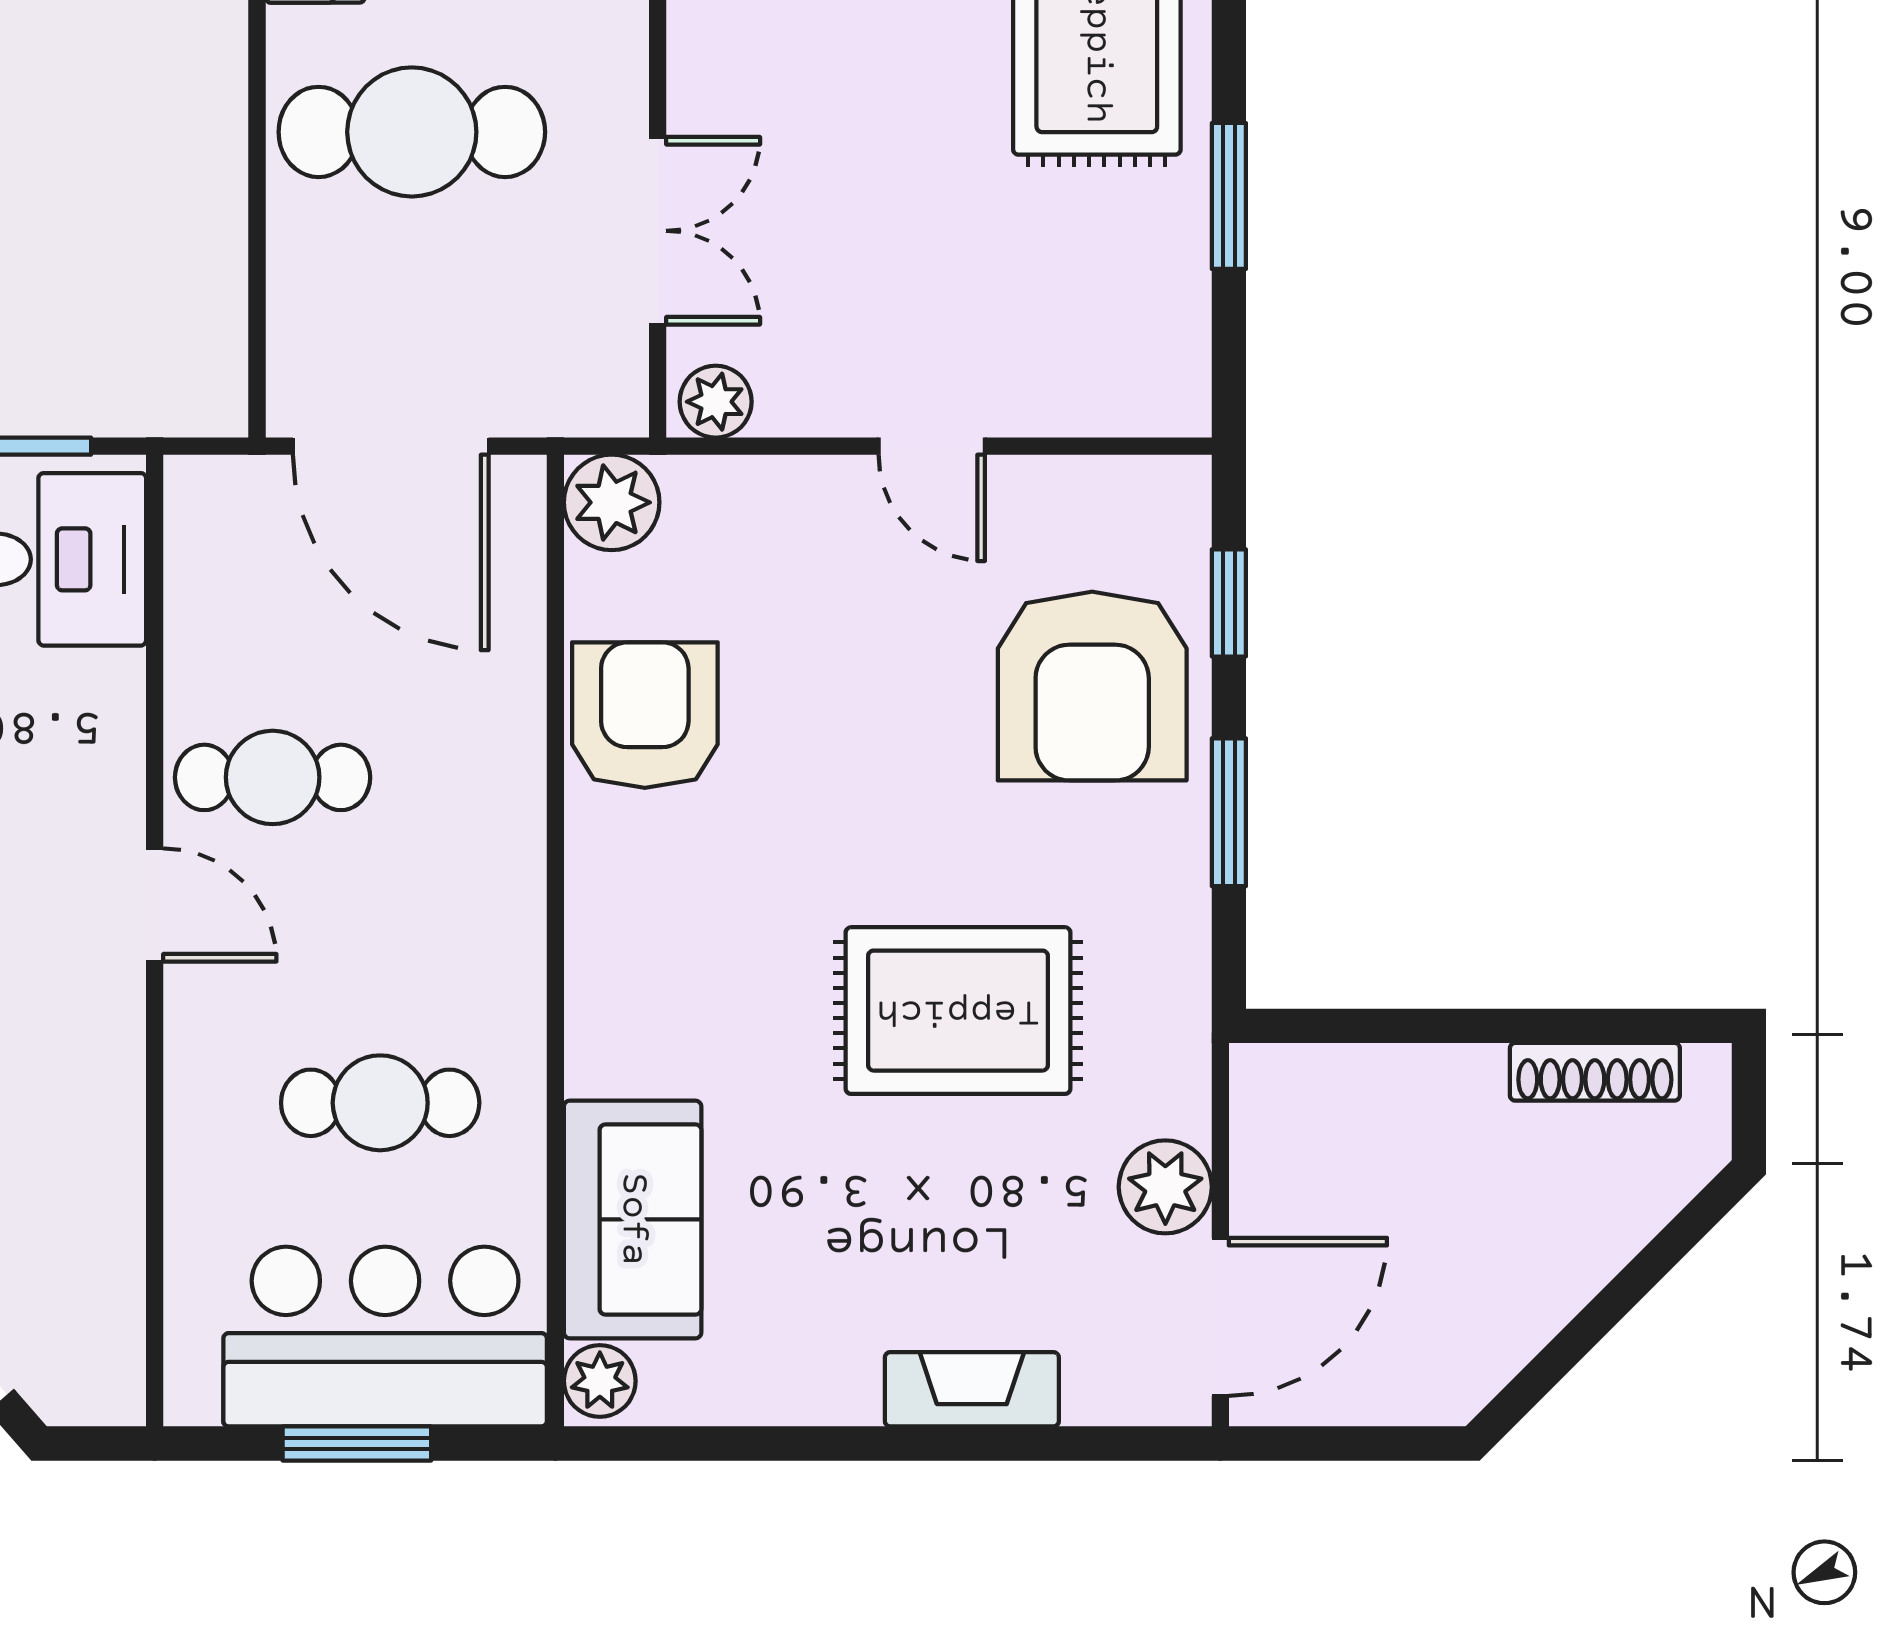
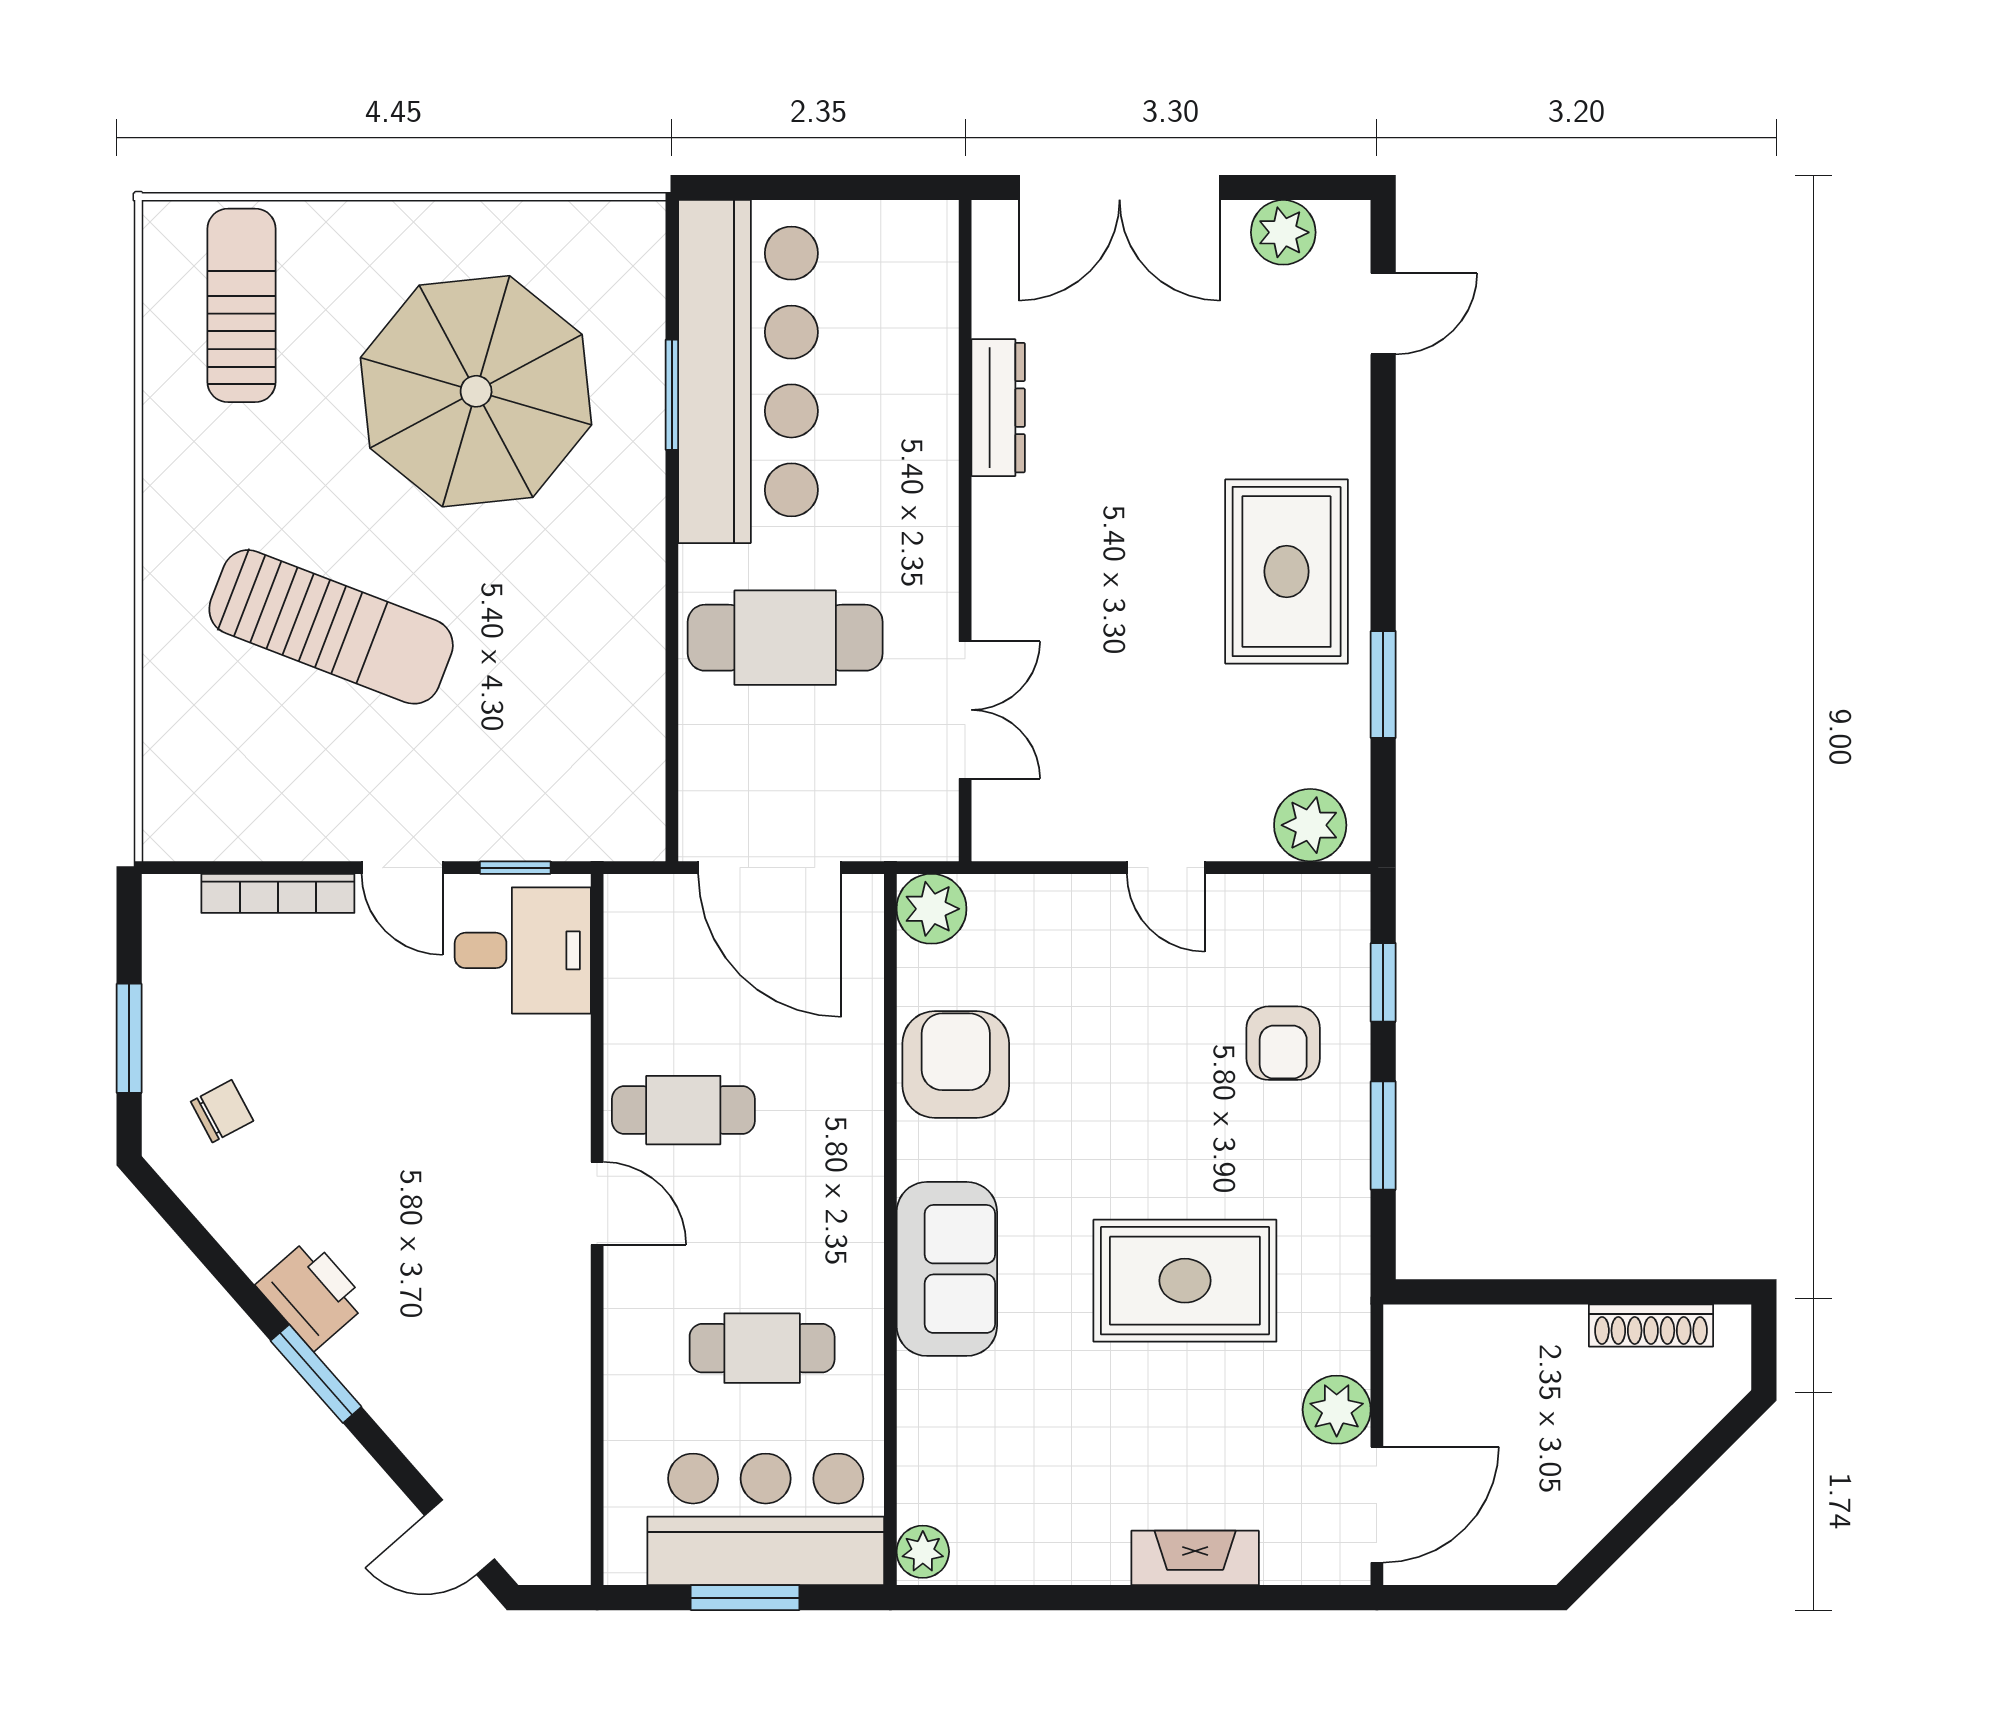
plant: (716, 402) -> (1310, 825), moved, width x1.38, depth x1.38
armchair: (1092, 686) -> (1283, 1043), width x0.53, depth x0.53
sofa: (633, 1219) -> (947, 1269), moved

